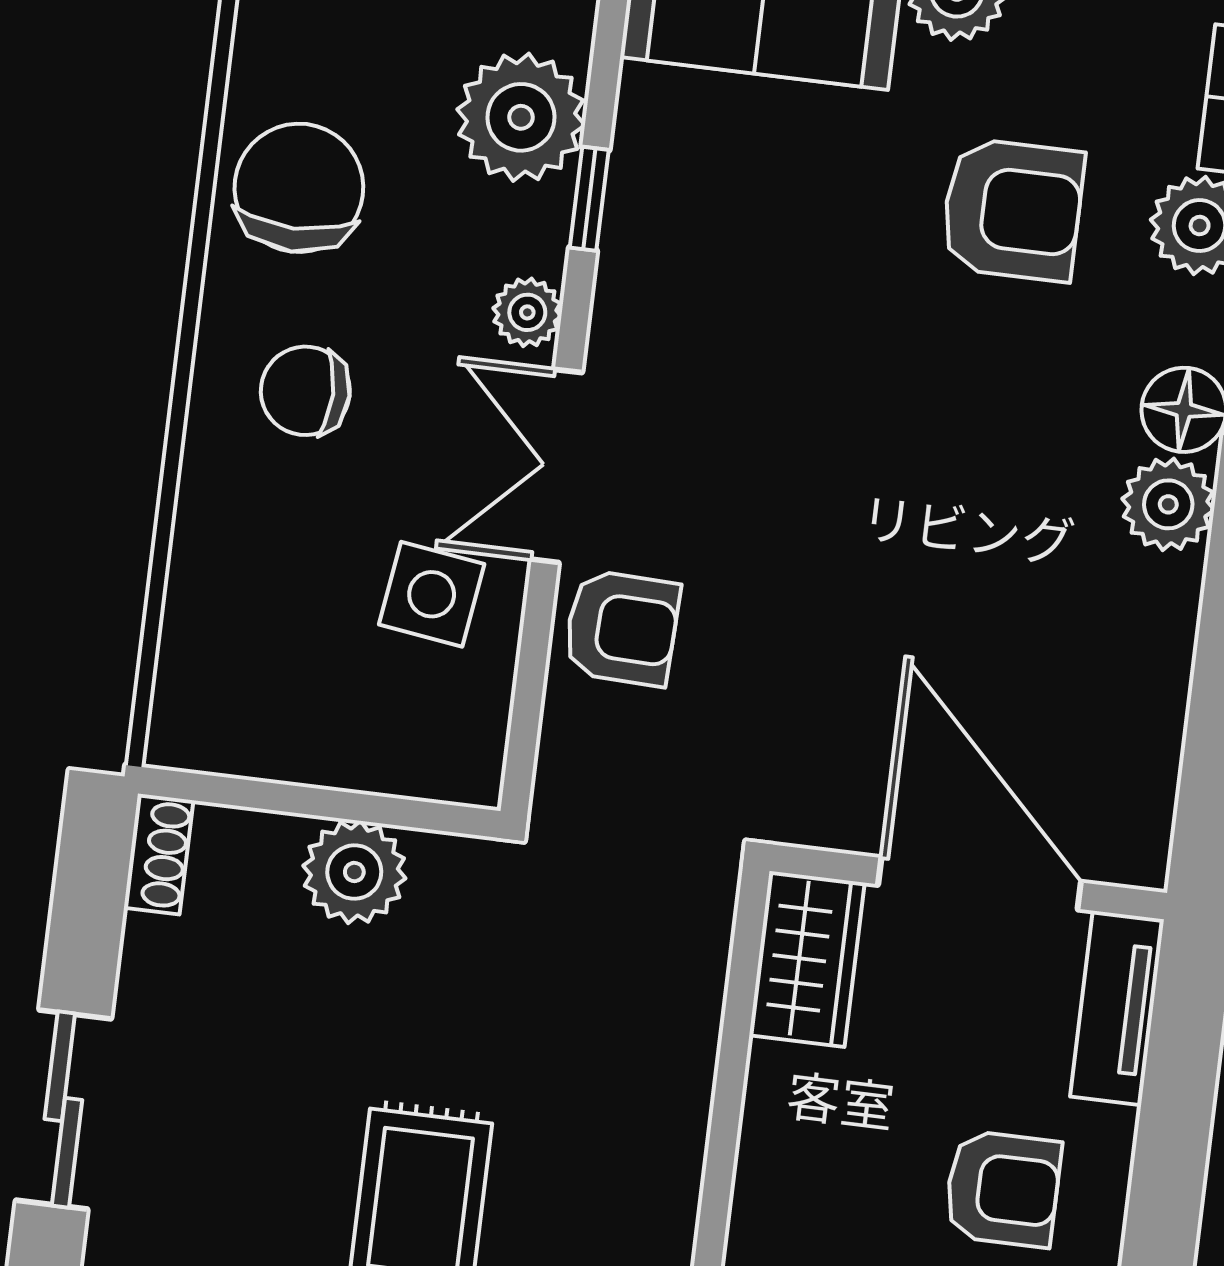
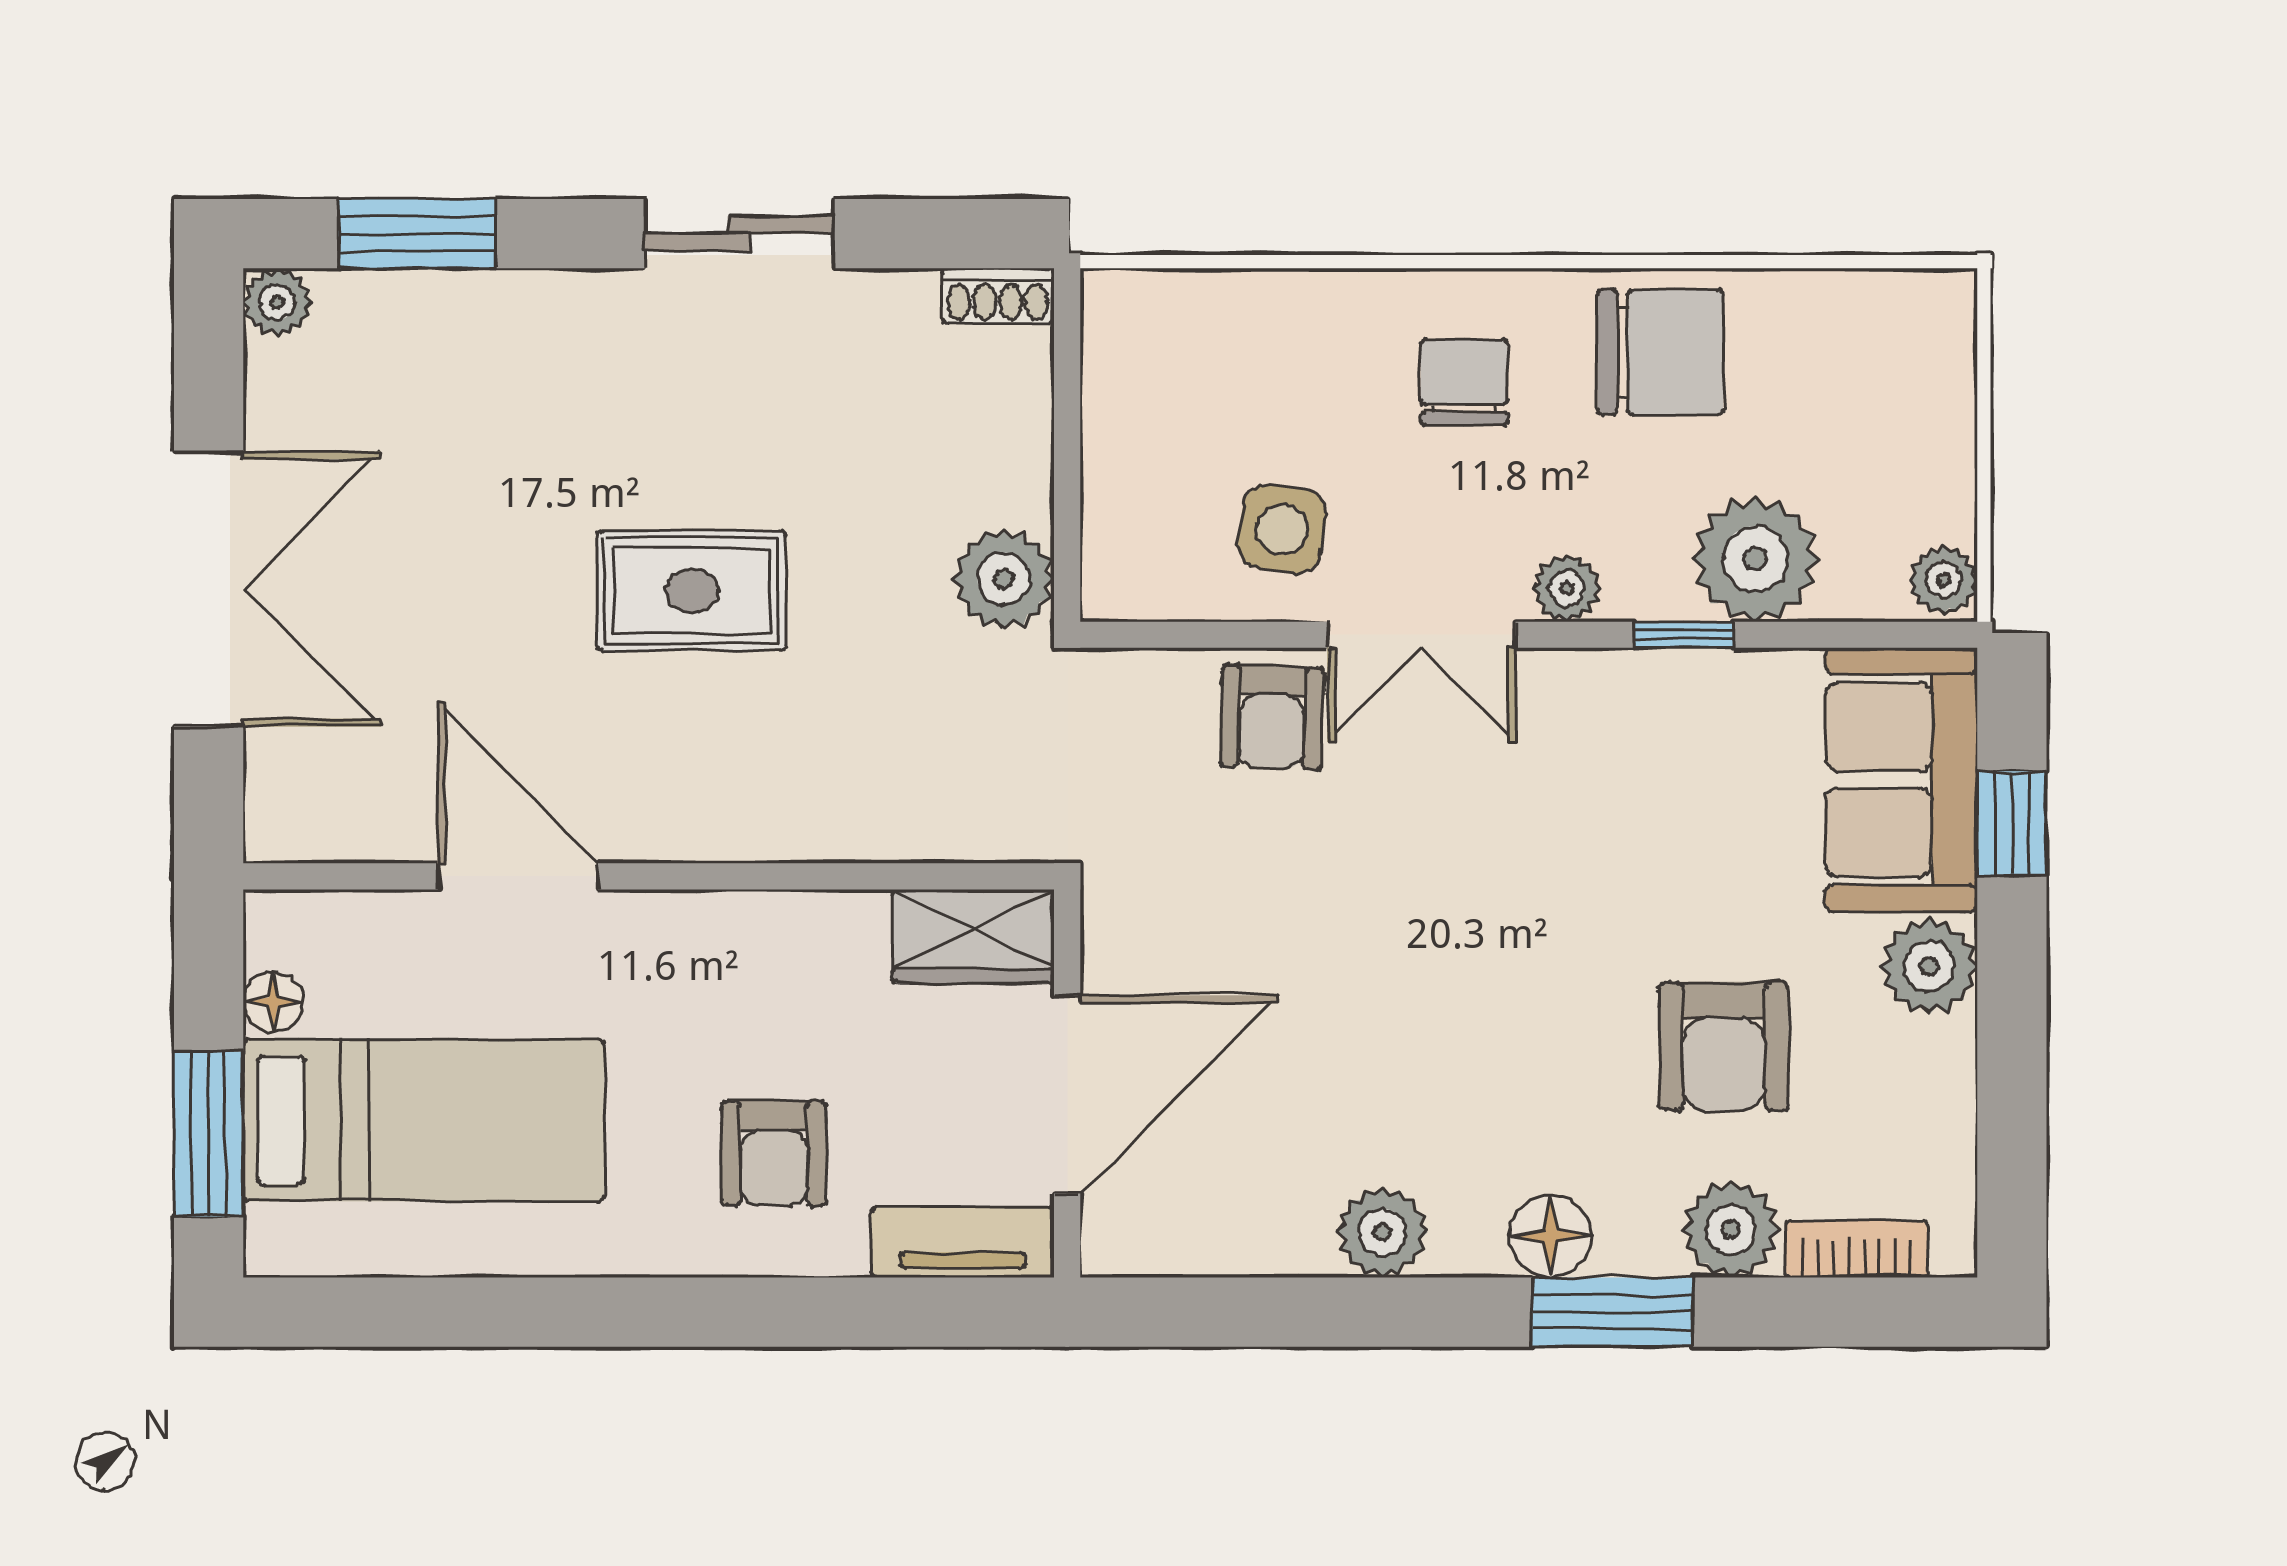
double door: (556, 466) -> (1421, 635), swing flipped
plant: (1168, 504) -> (1382, 1232), moved
plant: (354, 872) -> (1004, 579), moved

